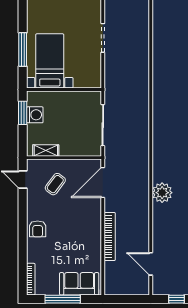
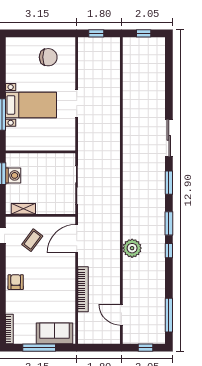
bed with nightstands: (50, 61) -> (31, 105), moved, turned 90
armchair: (38, 229) -> (16, 282), turned 180

